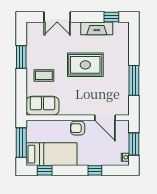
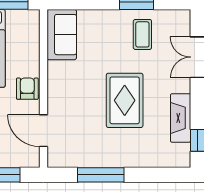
coffee table: (44, 75) -> (142, 34), moved
door: (105, 118) -> (43, 131), hinge flipped

